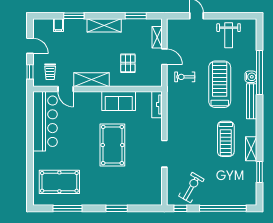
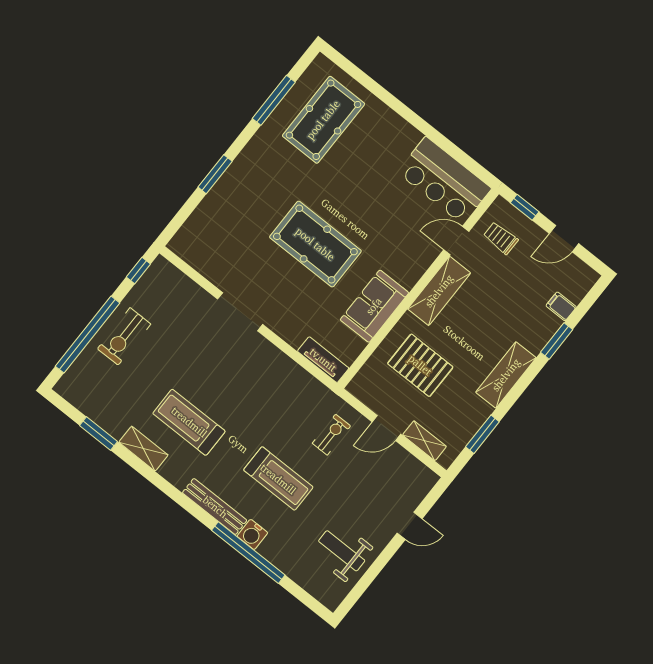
pallet: (128, 63) -> (420, 365), width x1.50, depth x1.42
treadmill: (220, 84) -> (278, 479), width x0.73, depth x0.73
bar counter: (45, 121) -> (444, 180), width x0.73
exercise bike: (191, 188) -> (124, 336), moved, turned 60

